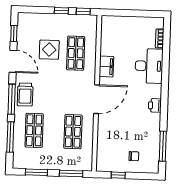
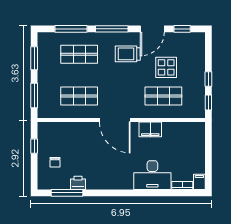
filing cabinet: (157, 22) -> (199, 182), added
trolley: (25, 95) -> (128, 54), moved
printer: (155, 105) -> (78, 183), moved

